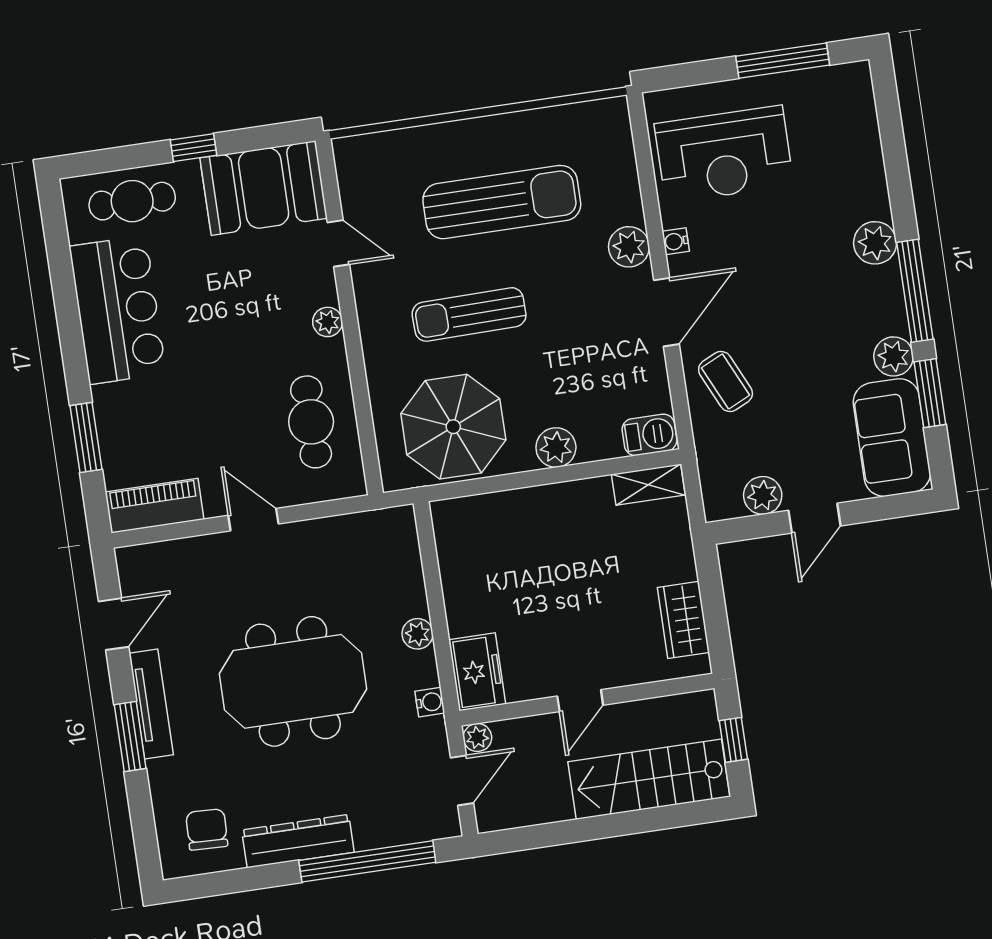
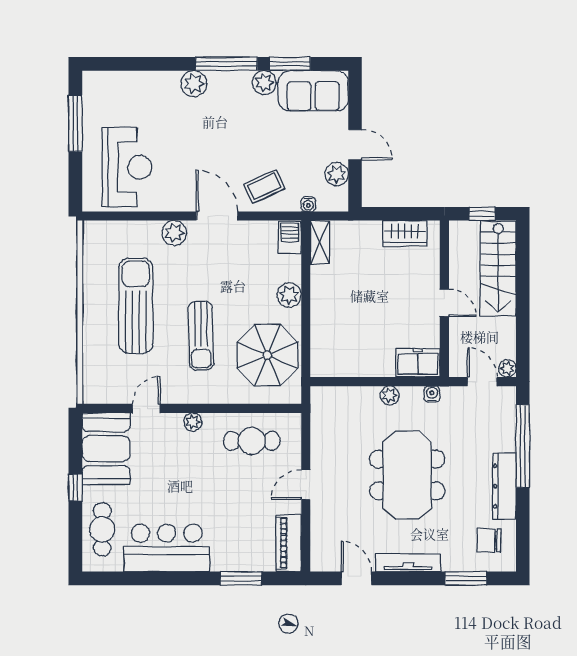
water cooler: (676, 241) -> (308, 204), moved
window: (130, 737) -> (466, 578), moved
plant: (477, 737) -> (507, 368), moved

